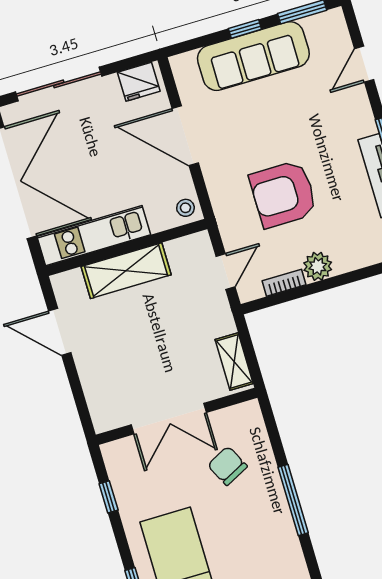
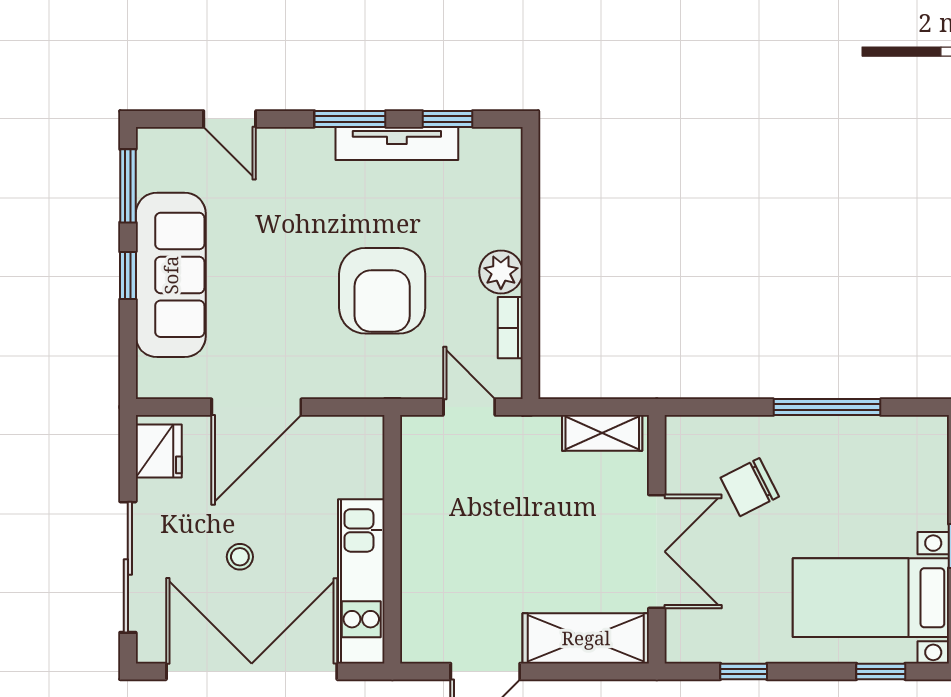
stool: (185, 208) -> (240, 557), moved
shelving: (126, 271) -> (586, 638), moved, turned 90

